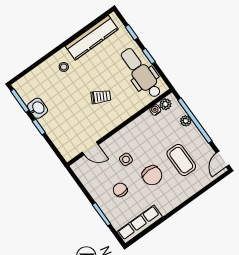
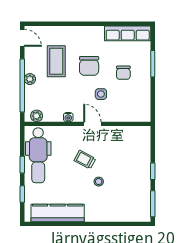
stool: (64, 67) -> (99, 182), moved
washbasin: (37, 108) -> (143, 187), removed
water cooler: (155, 110) -> (68, 117), moved
plant: (186, 121) -> (30, 79), moved
door: (90, 148) -> (92, 124), moved
door: (223, 159) -> (22, 38), hinge flipped
chair: (152, 175) -> (89, 66), turned 180

